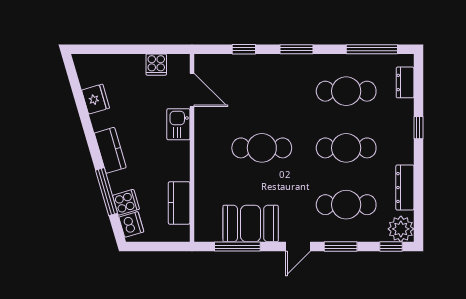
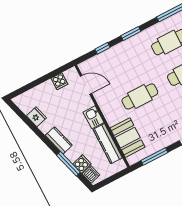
kitchen sink: (178, 124) -> (93, 117), moved
kitchen counter: (179, 203) -> (108, 144), width x1.50
booth: (251, 224) -> (128, 138), moved, turned 90

